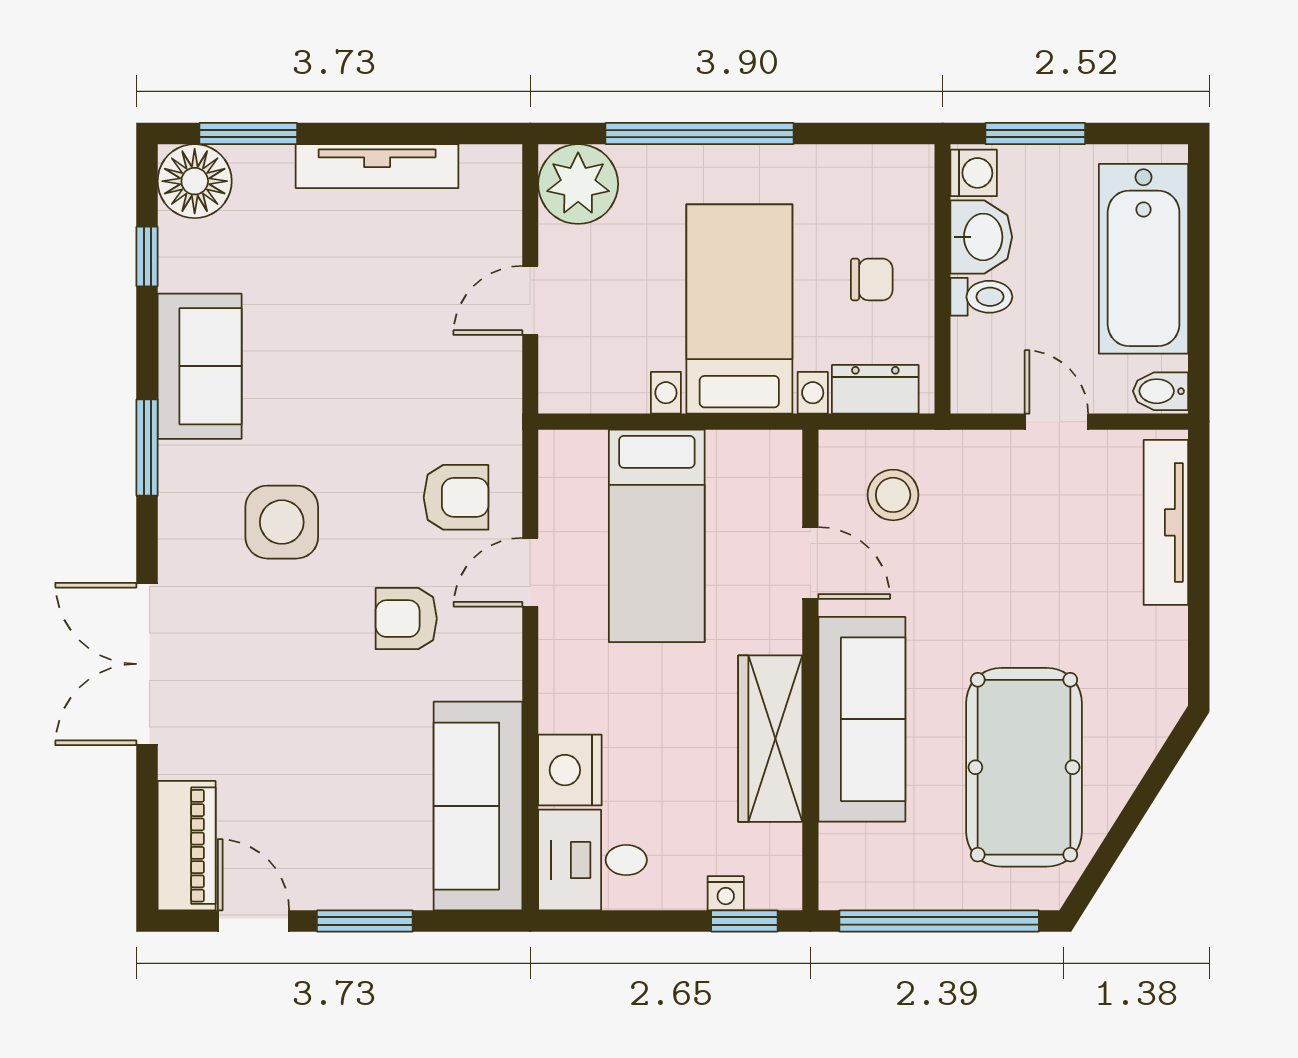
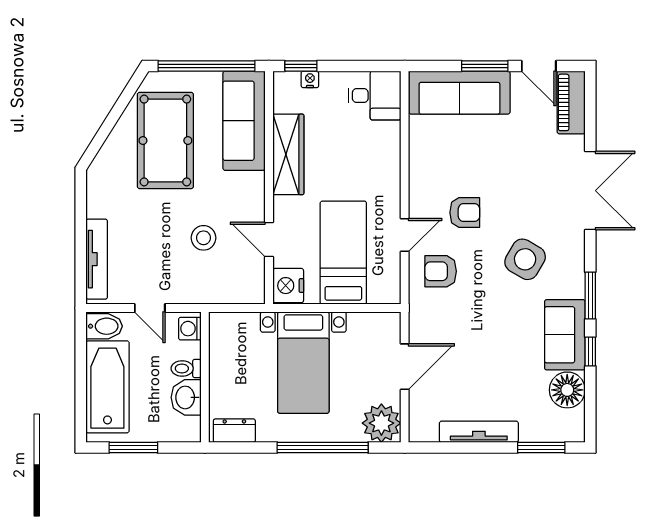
window: (1035, 134) -> (133, 448), moved
washing machine: (974, 173) -> (190, 329), moved
floor lamp: (195, 181) -> (567, 390), moved
window: (147, 256) -> (590, 351), moved
chair: (872, 279) -> (239, 377), removed
door: (530, 300) -> (405, 367), width x1.38
dresser: (875, 389) -> (234, 431), moved, turned 180
bidet: (1161, 391) -> (104, 326), width x1.38, depth x1.36
stool: (893, 495) -> (204, 238), moved
side table: (282, 522) -> (525, 259), turned 30
sofa: (862, 719) -> (244, 121), moved
nightstand: (570, 770) -> (288, 286), moved, turned 180
sofa: (478, 806) -> (459, 93), moved, turned 90

